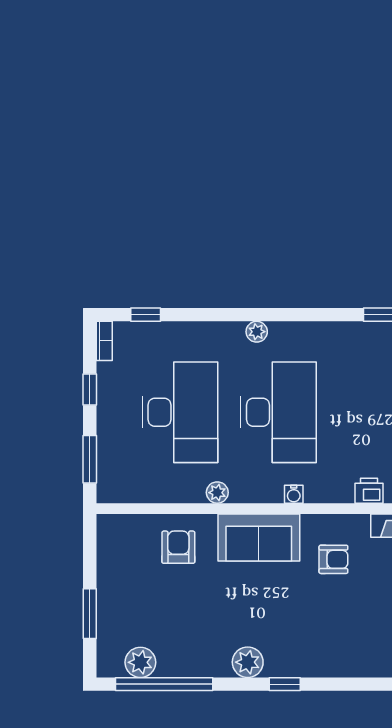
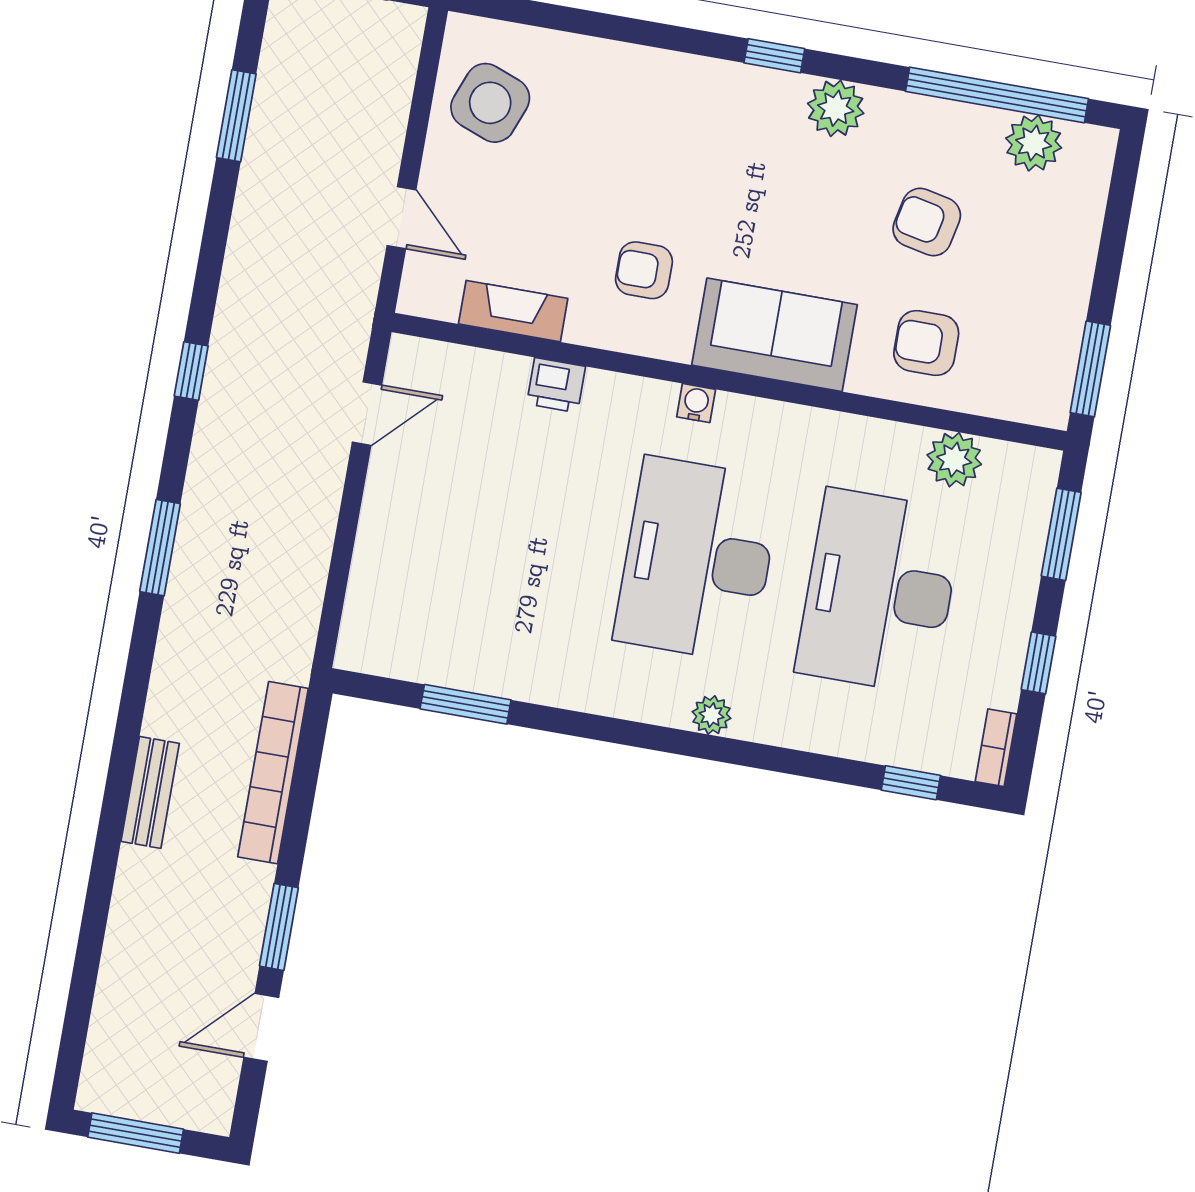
plant: (217, 493) -> (954, 460), moved, width x1.38, depth x1.38
armchair: (178, 547) -> (926, 343), turned 90
armchair: (189, 611) -> (927, 222), added
window: (90, 614) -> (1090, 369), moved

